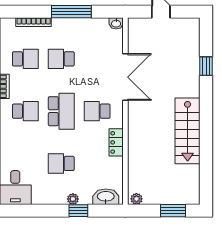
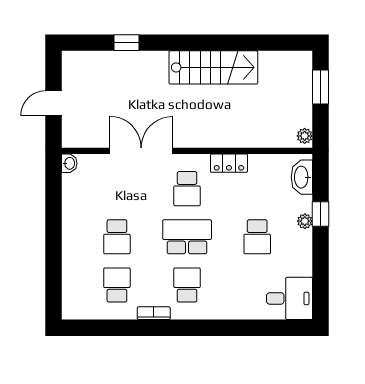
window: (71, 12) -> (54, 223), removed
bookcase: (34, 22) -> (68, 274), removed

